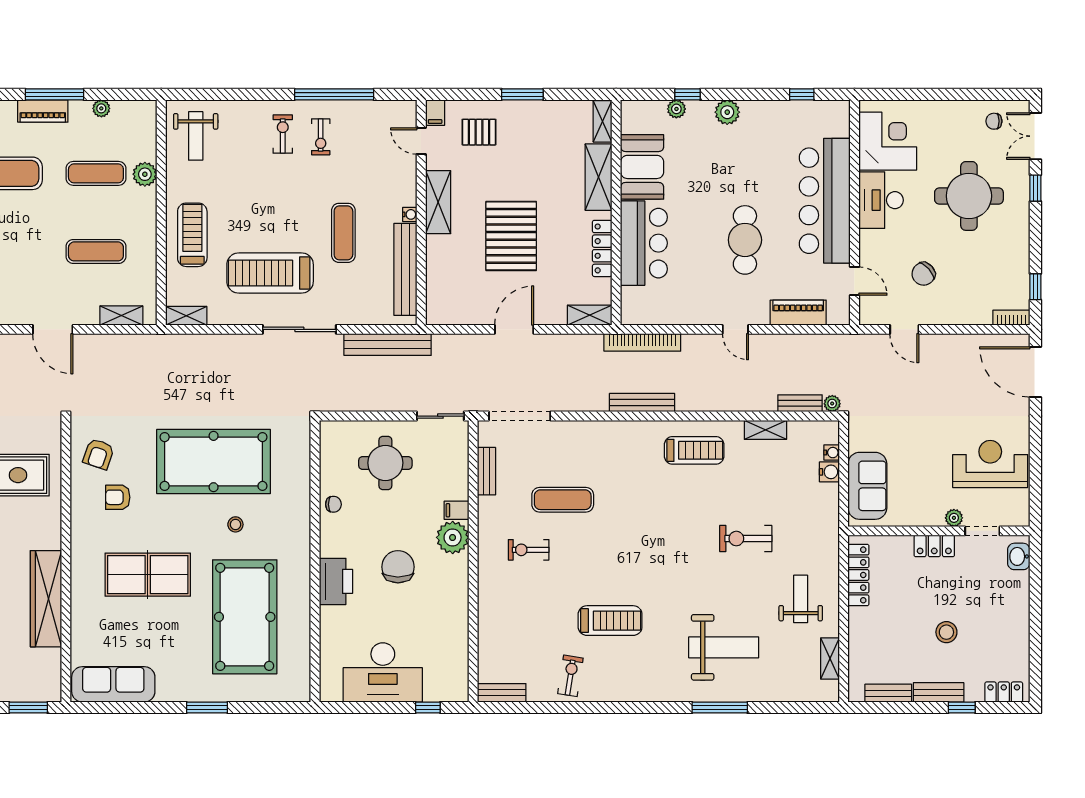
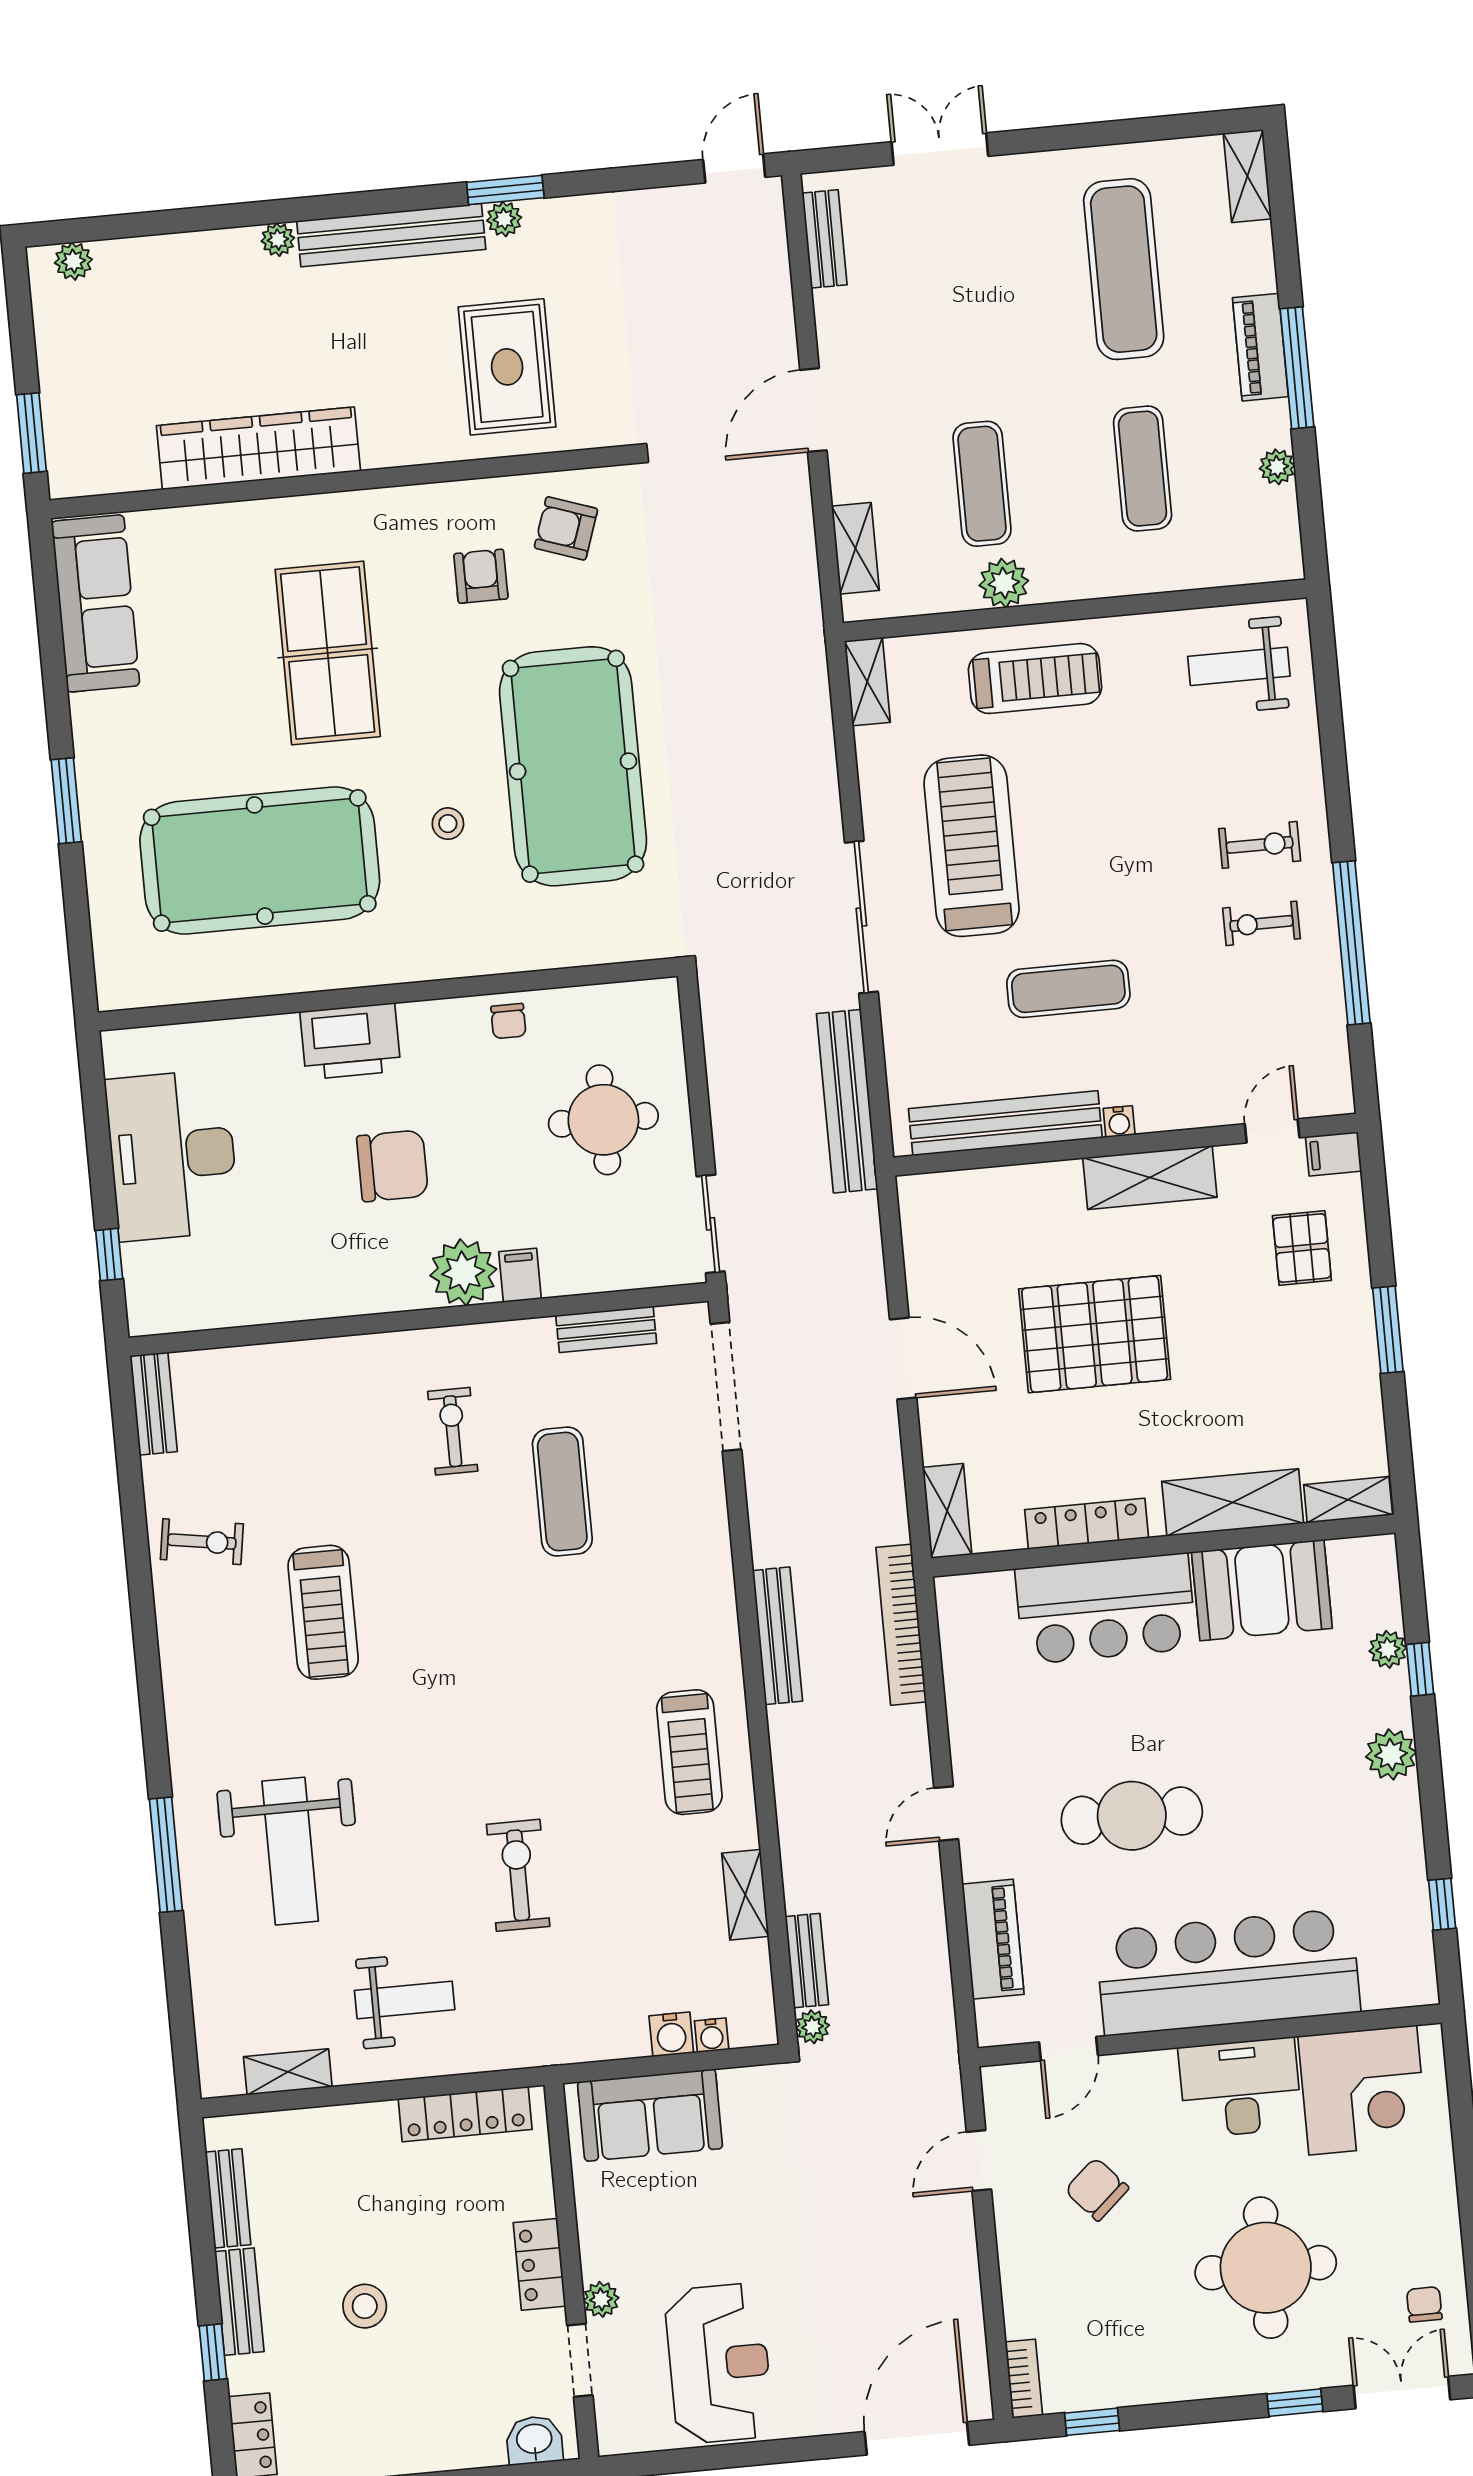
plant: (145, 174) -> (1004, 583), moved

